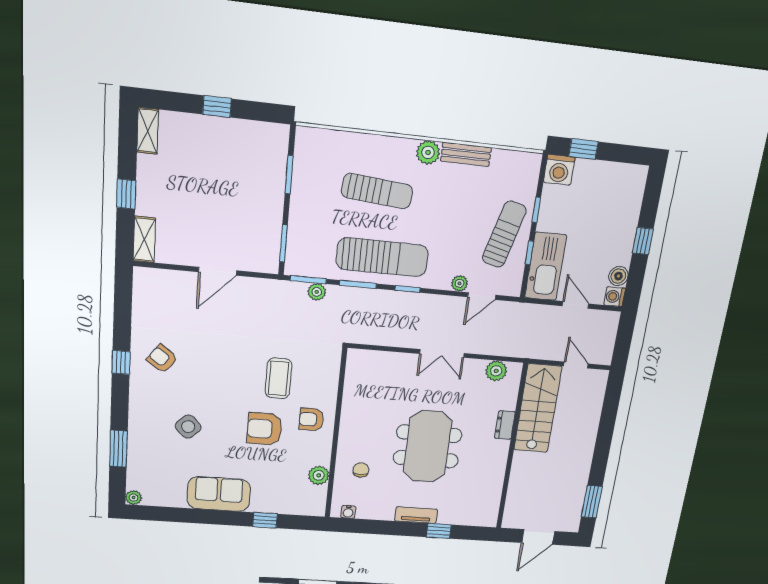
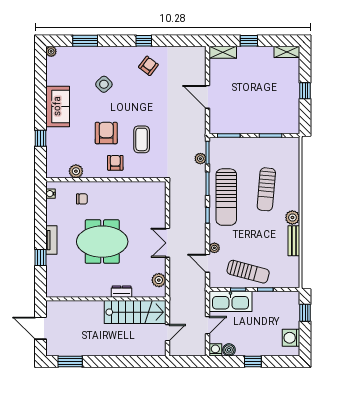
washing machine: (559, 170) -> (291, 338), moved
coffee table: (279, 378) -> (142, 139), turned 90

